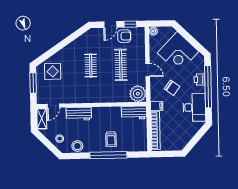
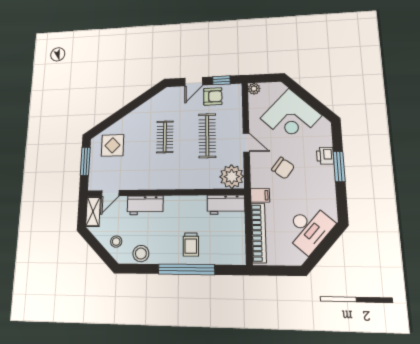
window: (208, 87) -> (339, 167), width x0.47
desk: (194, 107) -> (309, 228), moved, turned 42

